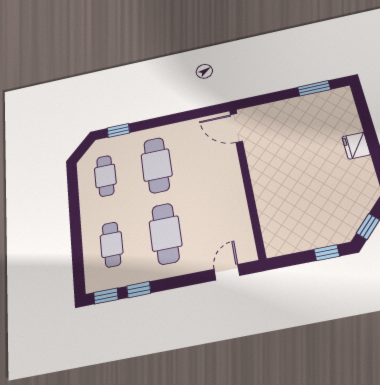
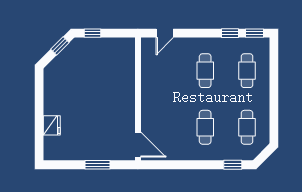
window: (314, 88) -> (98, 165), moved
fridge: (356, 146) -> (52, 125), moved
cafe table: (157, 165) -> (205, 127), width x0.73, depth x0.74
cafe table: (166, 234) -> (205, 71), width x0.73, depth x0.74

